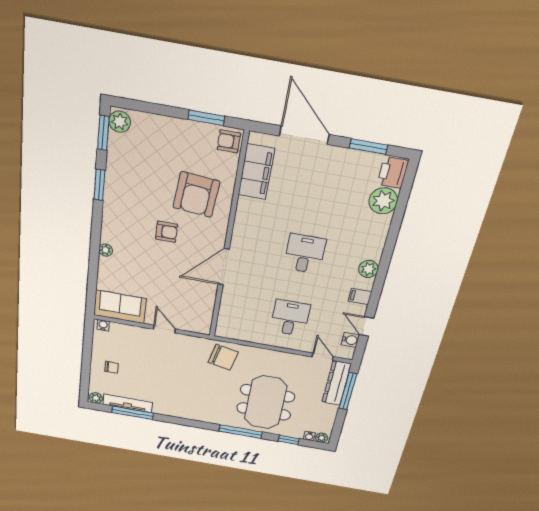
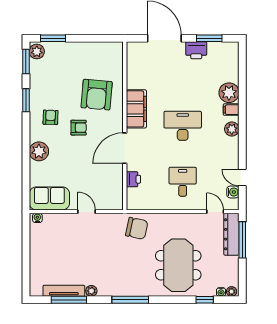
window: (206, 118) -> (53, 38), moved
armchair: (229, 141) -> (51, 117), moved, turned 92
filing cabinet: (256, 172) -> (136, 109), moved
printer: (393, 173) -> (196, 50), moved, turned -90
plant: (383, 201) -> (229, 93), moved
plant: (106, 250) -> (39, 151), width x1.87, depth x1.87
desk: (305, 254) -> (183, 126), width x1.37
filing cabinet: (360, 296) -> (231, 110), moved
printer: (228, 304) -> (133, 179), added
chair: (112, 367) -> (47, 257), removed
plant: (96, 398) -> (91, 291), moved
window: (241, 432) -> (130, 300), moved

